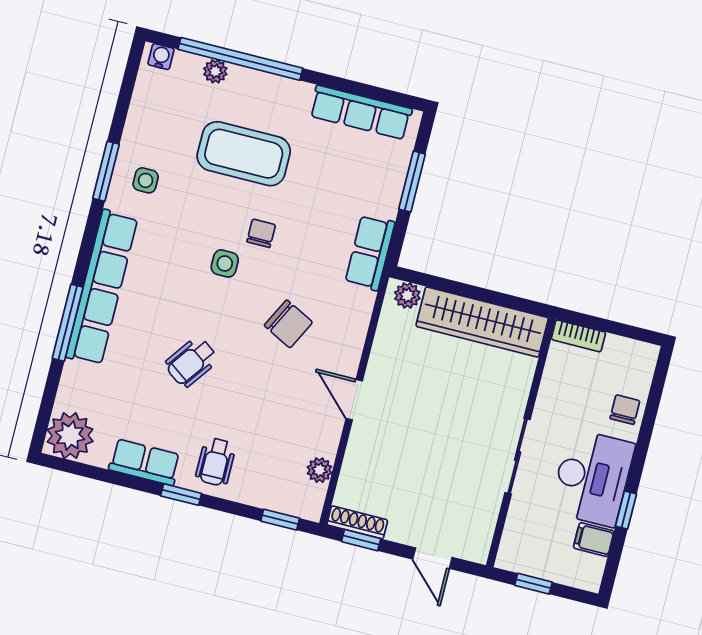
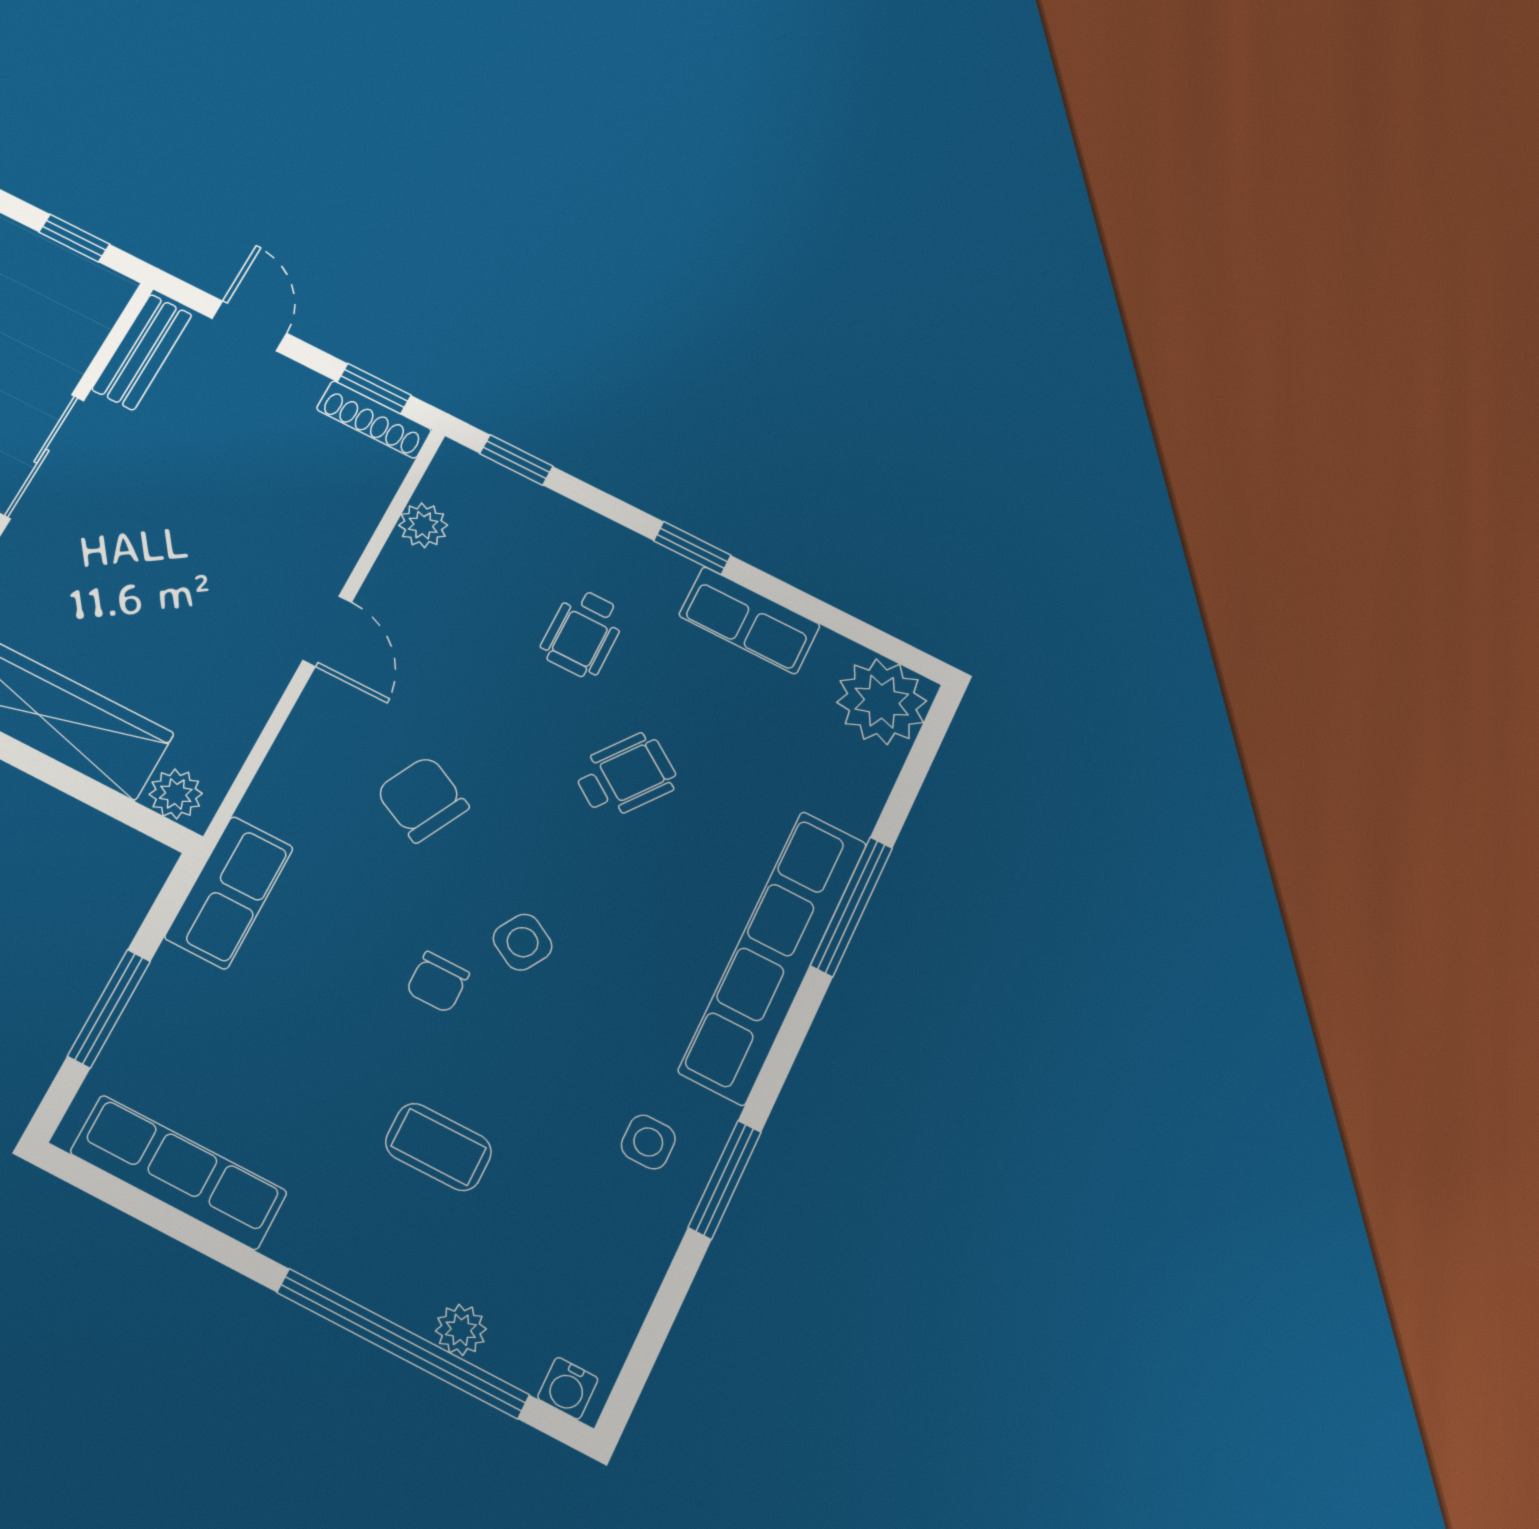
coffee table: (244, 154) -> (439, 1147), width x0.54, depth x0.58
side table: (225, 263) -> (523, 942), turned 30
wheelchair: (216, 462) -> (583, 633), moved, turned 180
bench: (483, 528) -> (142, 352), added

